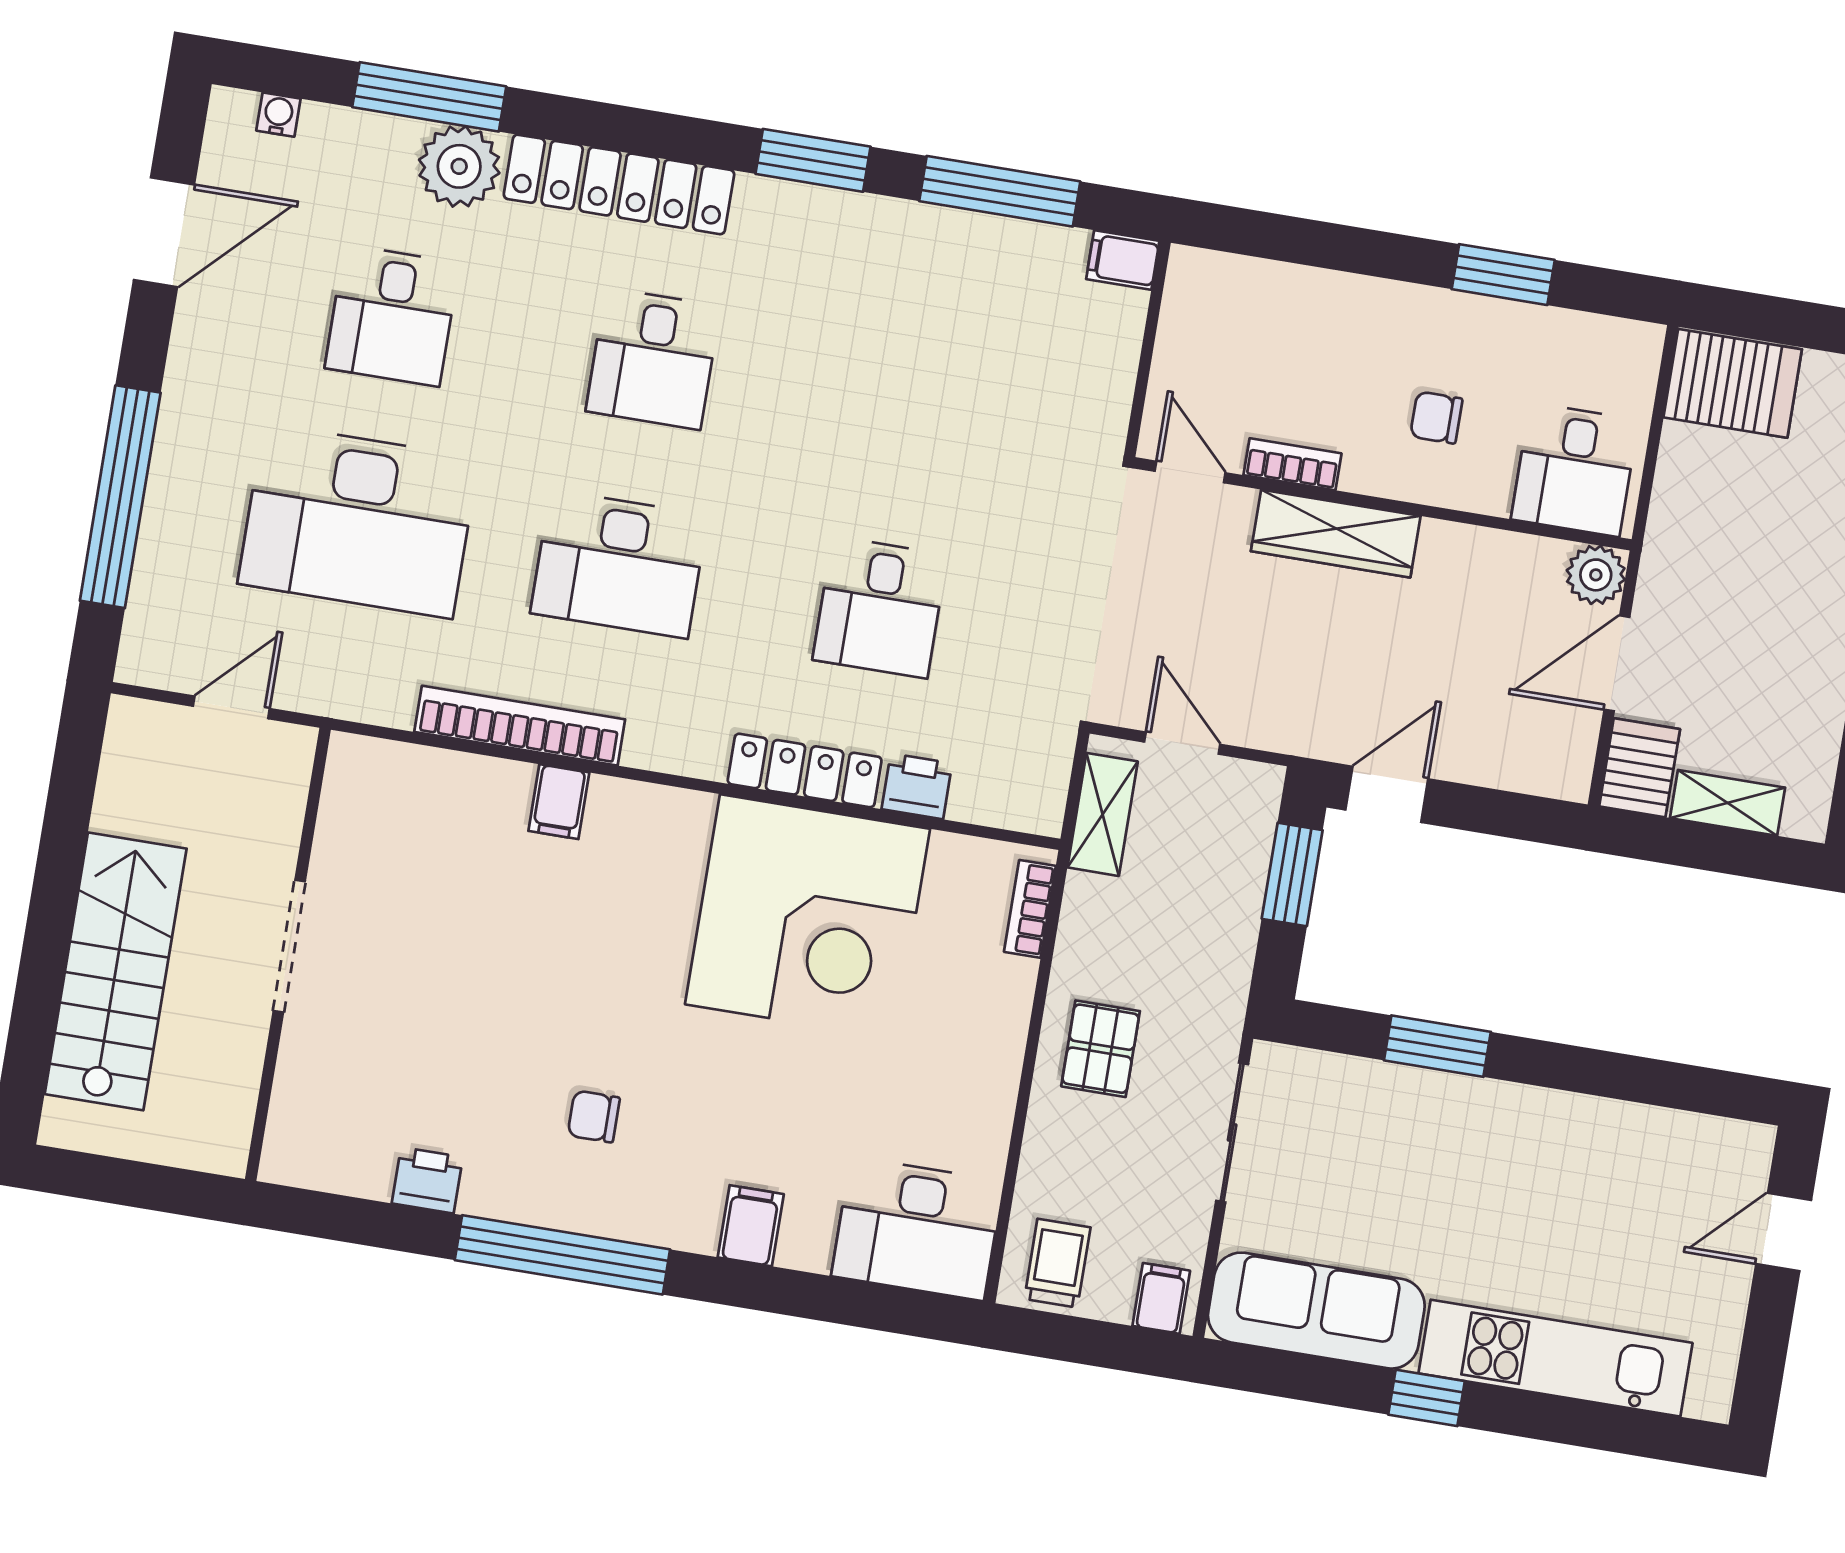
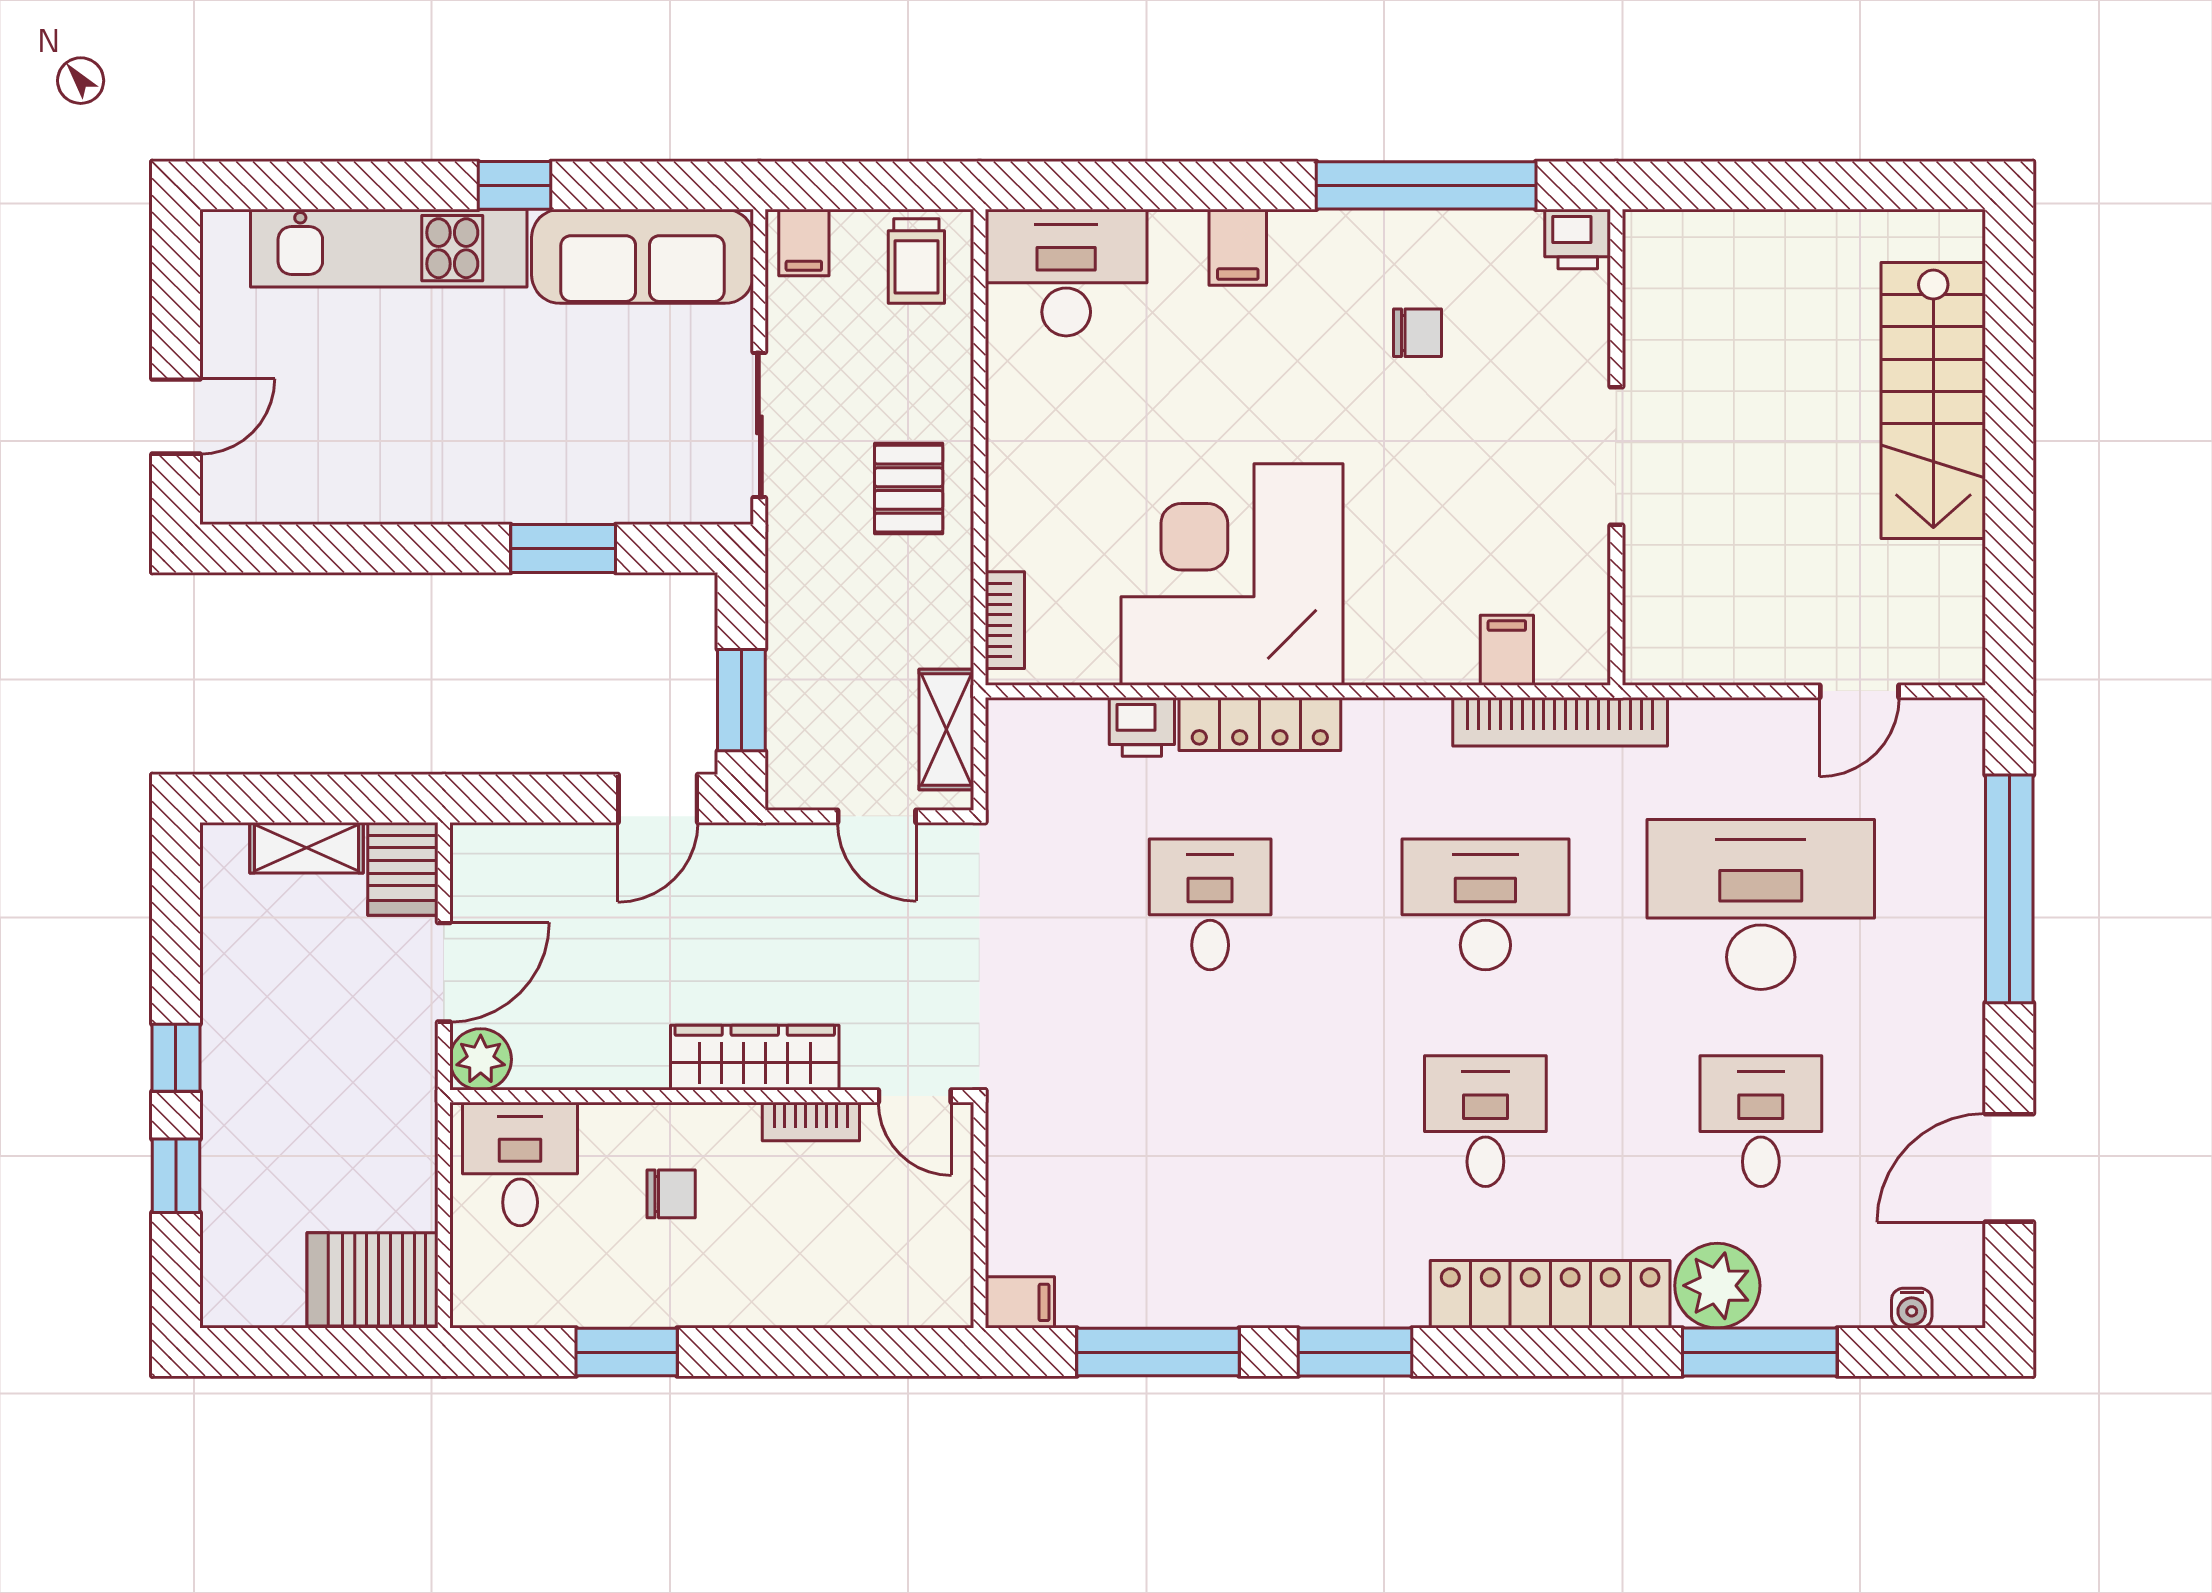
doorway: (289, 946) -> (1616, 456), moved
wall: (288, 954) -> (1616, 447), moved

